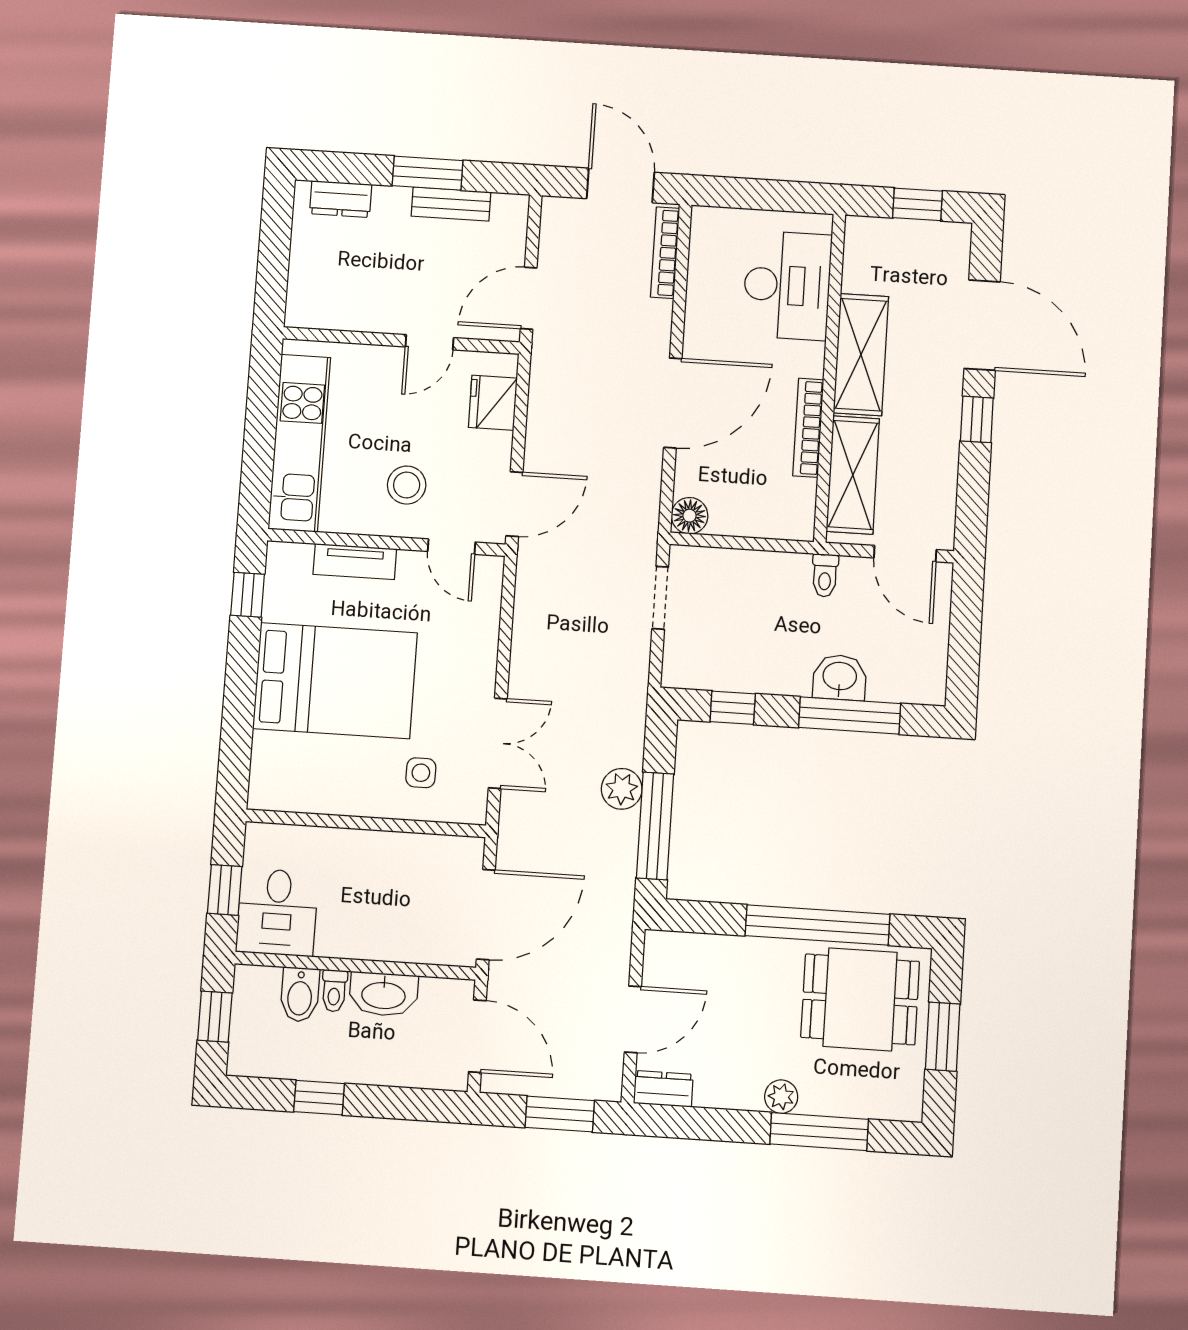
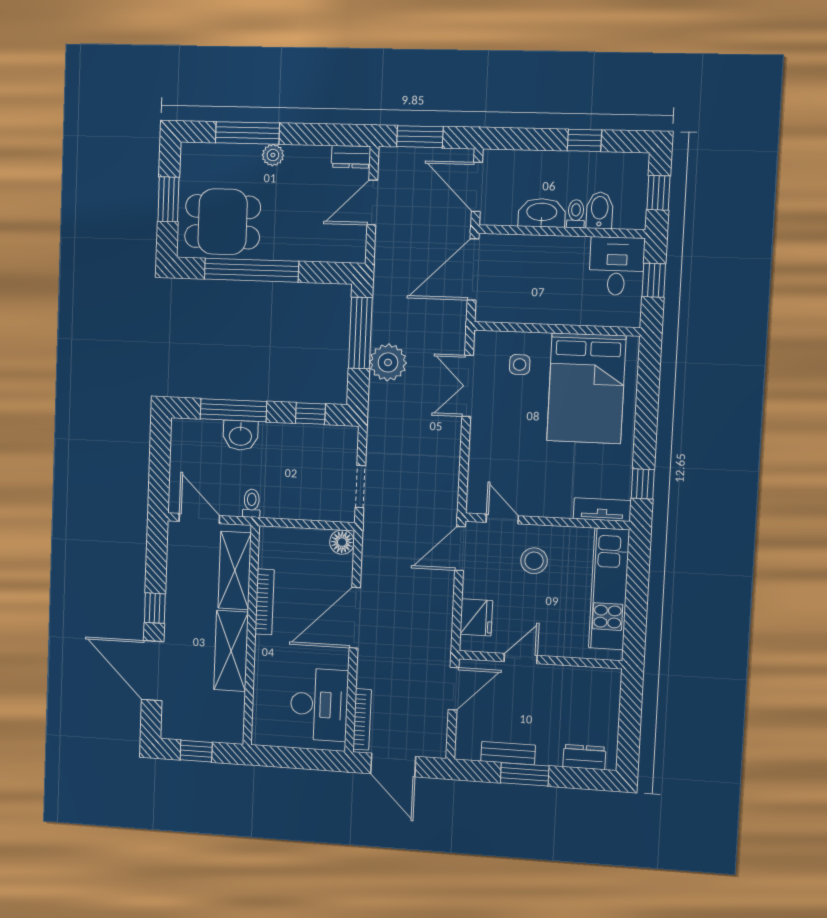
desk: (787, 285) -> (319, 704), moved, turned 180
tv unit: (355, 562) -> (602, 510), moved
bed: (335, 681) -> (586, 388), moved, turned -90
plant: (622, 789) -> (388, 362), width x1.36, depth x1.36

